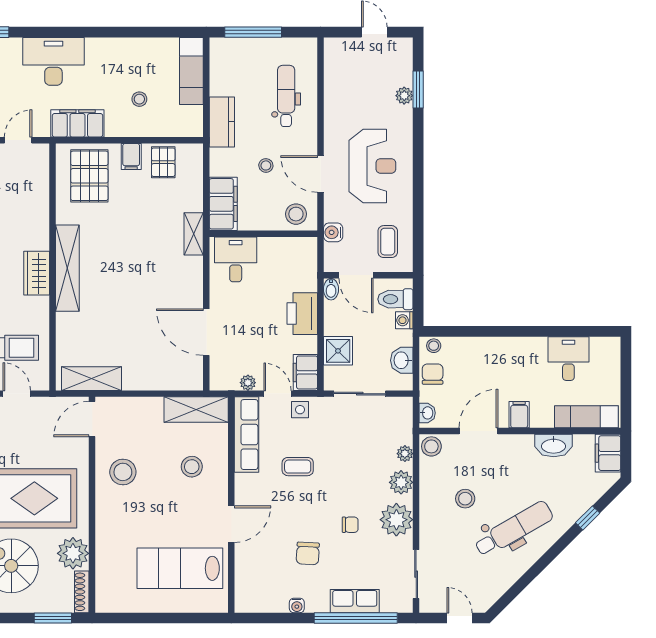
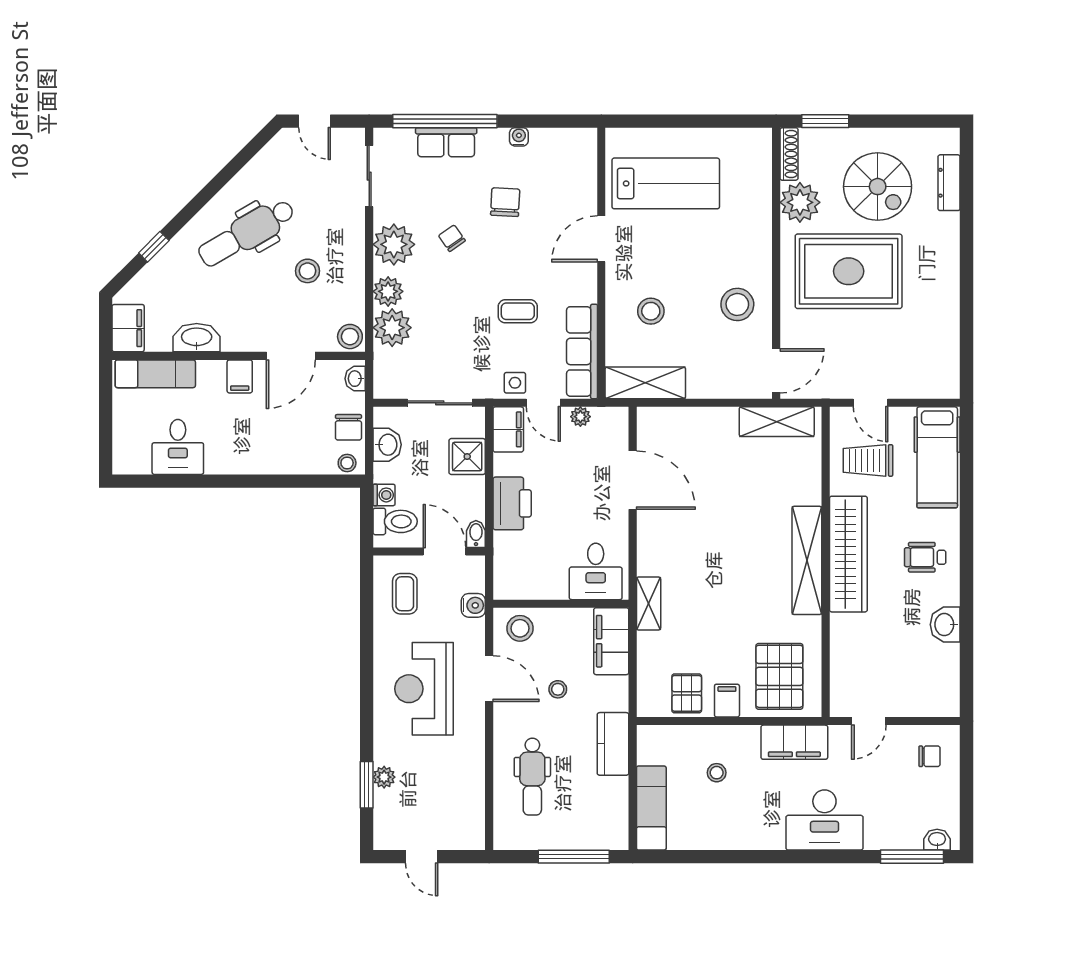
wardrobe: (37, 273) -> (848, 554), width x2.10, depth x1.17
plant: (405, 454) -> (392, 328), width x1.88, depth x1.88
chair: (350, 525) -> (452, 238), turned 55

